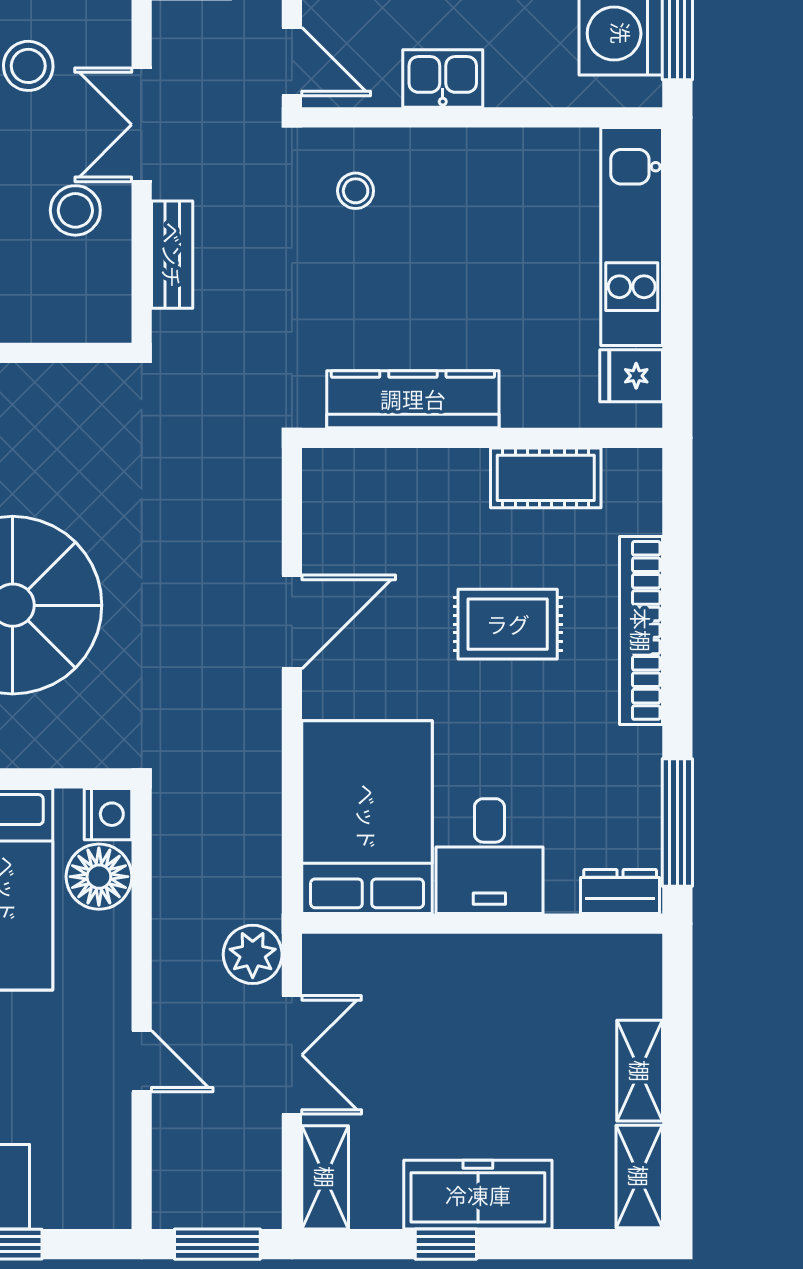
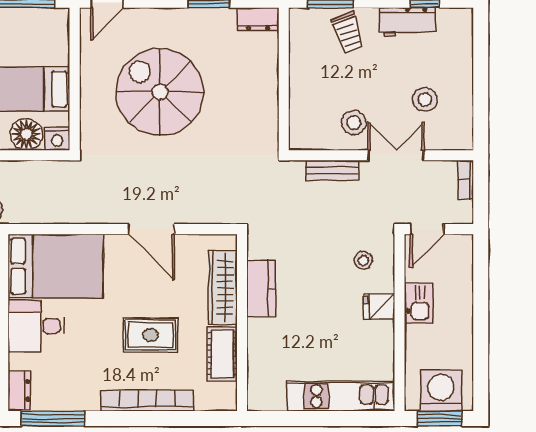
fridge: (631, 376) -> (379, 307), moved, turned -90
kitchen counter: (413, 399) -> (261, 289), width x0.67
wardrobe: (411, 477) -> (223, 288), added
rug: (508, 624) -> (150, 335), turned 90

